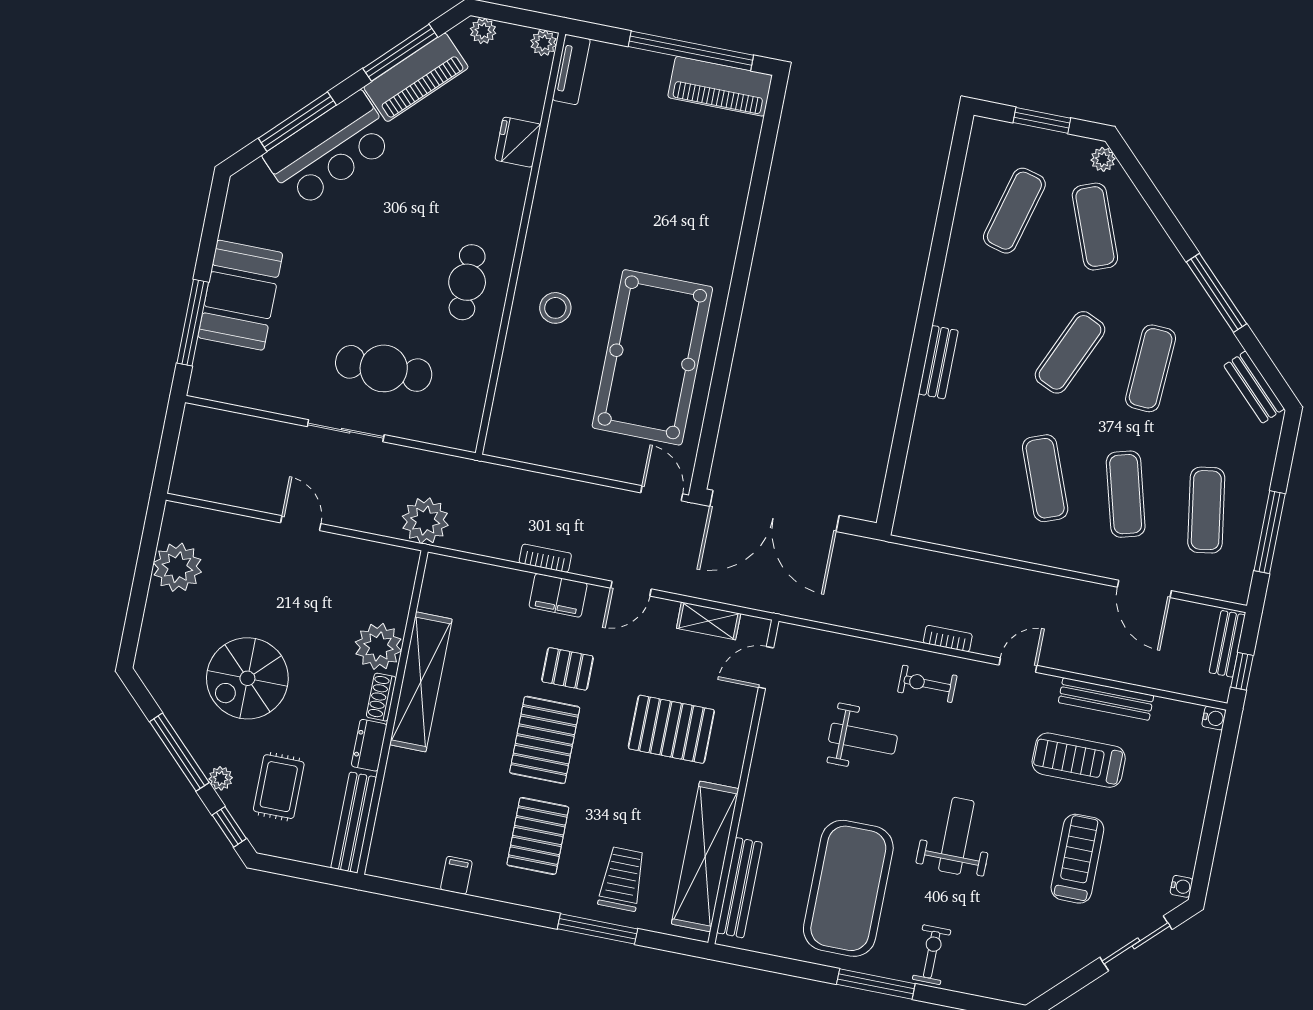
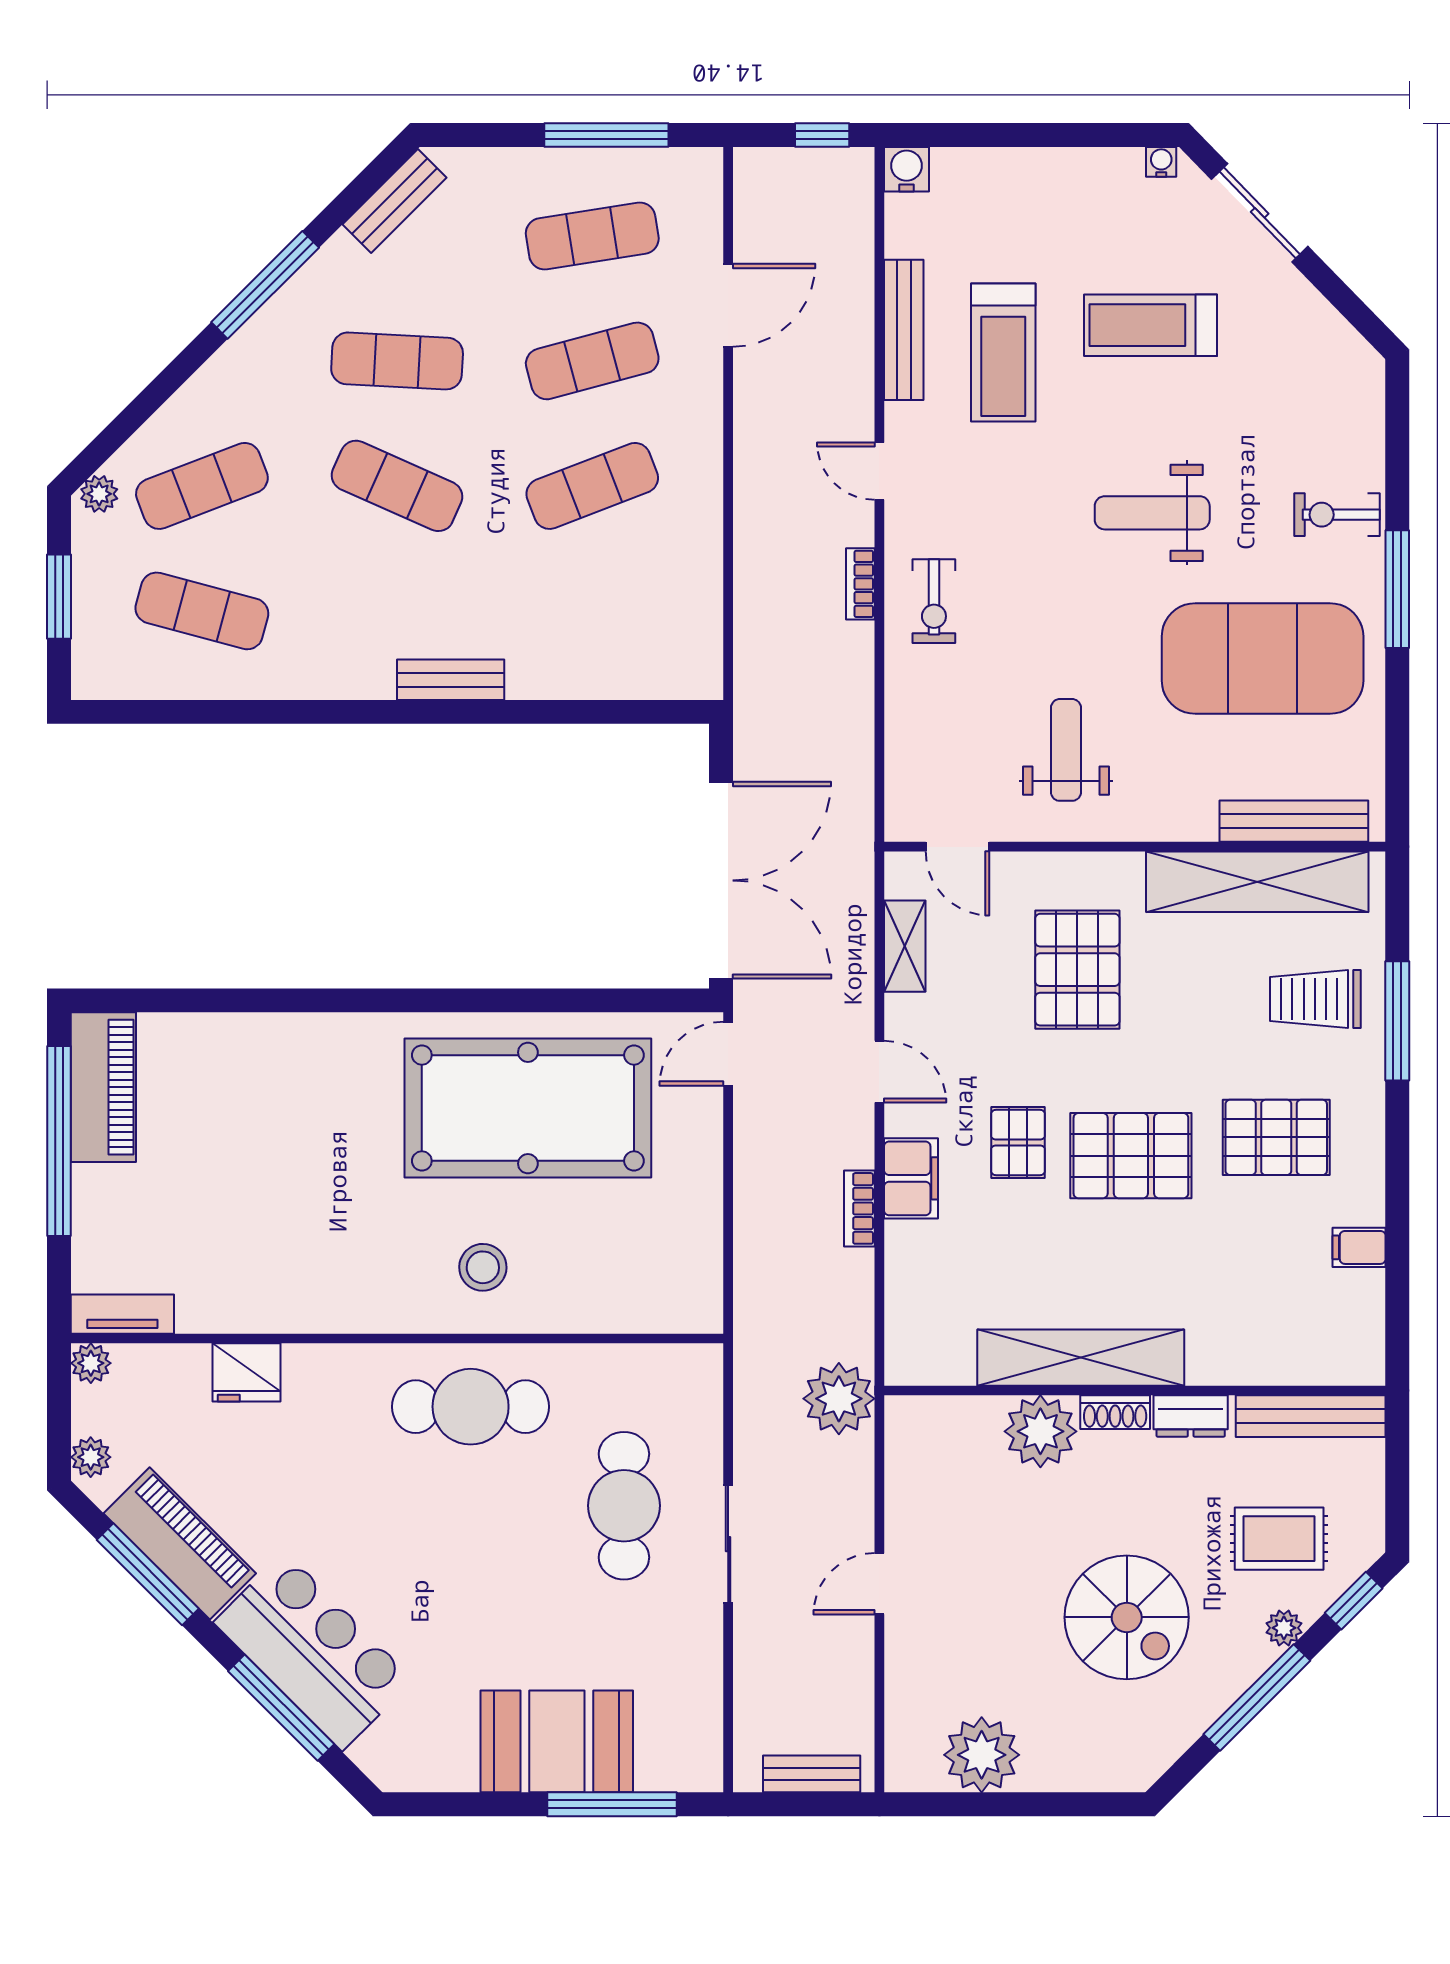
cafe table: (467, 282) -> (471, 1407), width x1.37, depth x1.35
bench: (1227, 644) -> (812, 1774), moved
water cooler: (1214, 718) -> (907, 169), width x1.38, depth x1.38
weight bench: (863, 739) -> (1066, 750), moved

